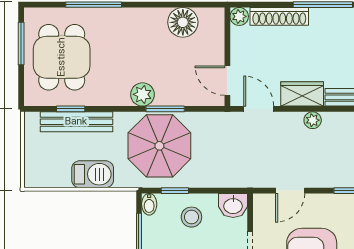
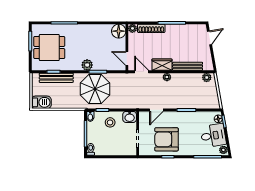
floor lamp: (183, 22) -> (119, 31), moved
dining table: (62, 57) -> (49, 47), turned 90
barbecue: (93, 174) -> (41, 102), moved

